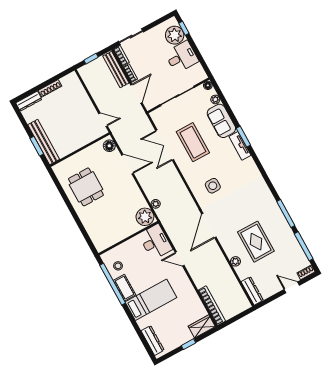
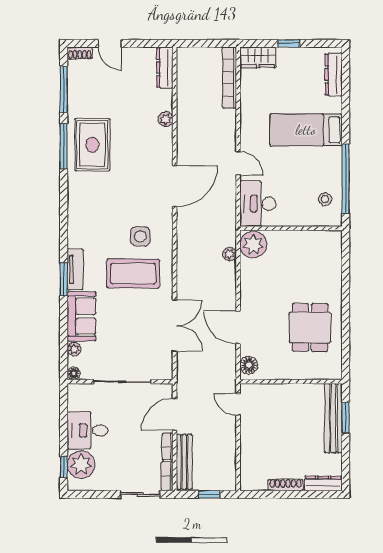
coffee table: (193, 142) -> (133, 274), moved, turned 90
rug: (256, 242) -> (92, 145), moved
cot: (124, 288) -> (332, 165), removed

